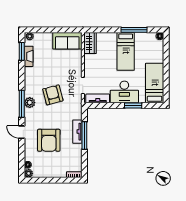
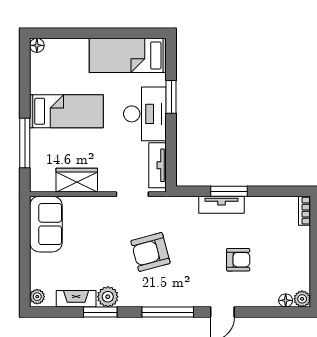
window: (134, 30) -> (25, 143), moved
wardrobe: (90, 43) -> (77, 180), moved
window: (22, 51) -> (100, 312), moved
plant: (30, 103) -> (108, 297), moved
window: (84, 136) -> (229, 191), width x0.69
armchair: (49, 140) -> (238, 260), width x0.53, depth x0.53

